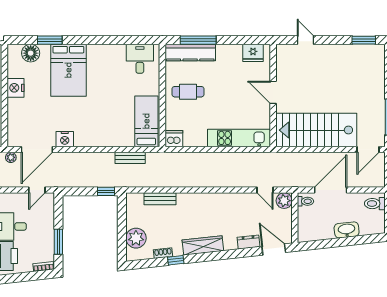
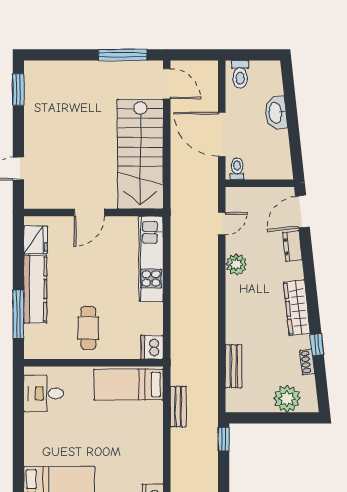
kitchen counter: (190, 53) -> (35, 289), moved
plant: (284, 201) -> (236, 264), moved

